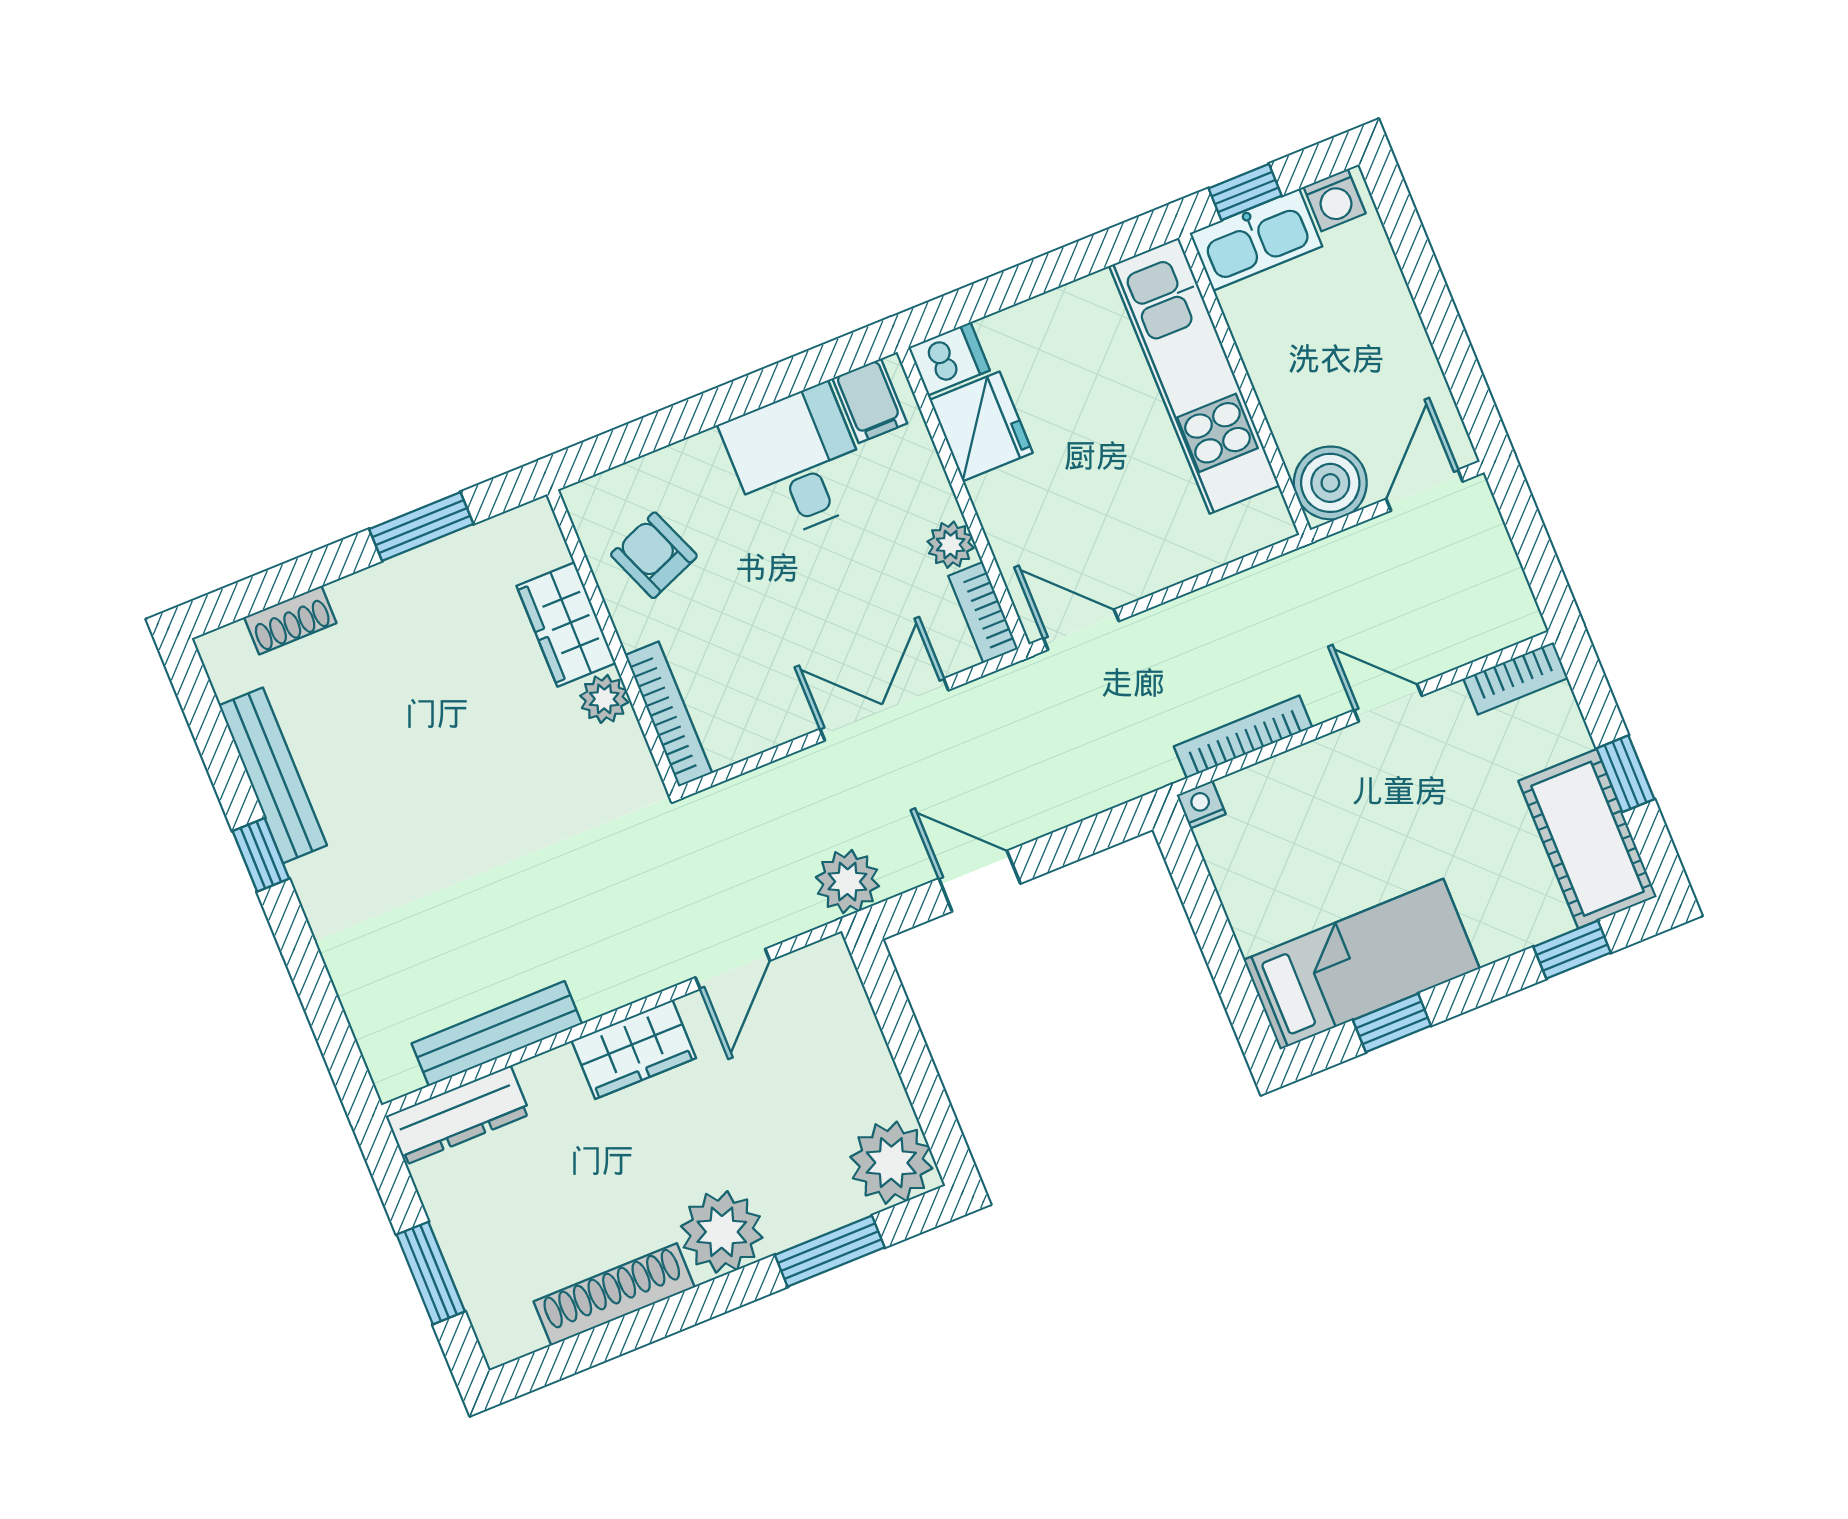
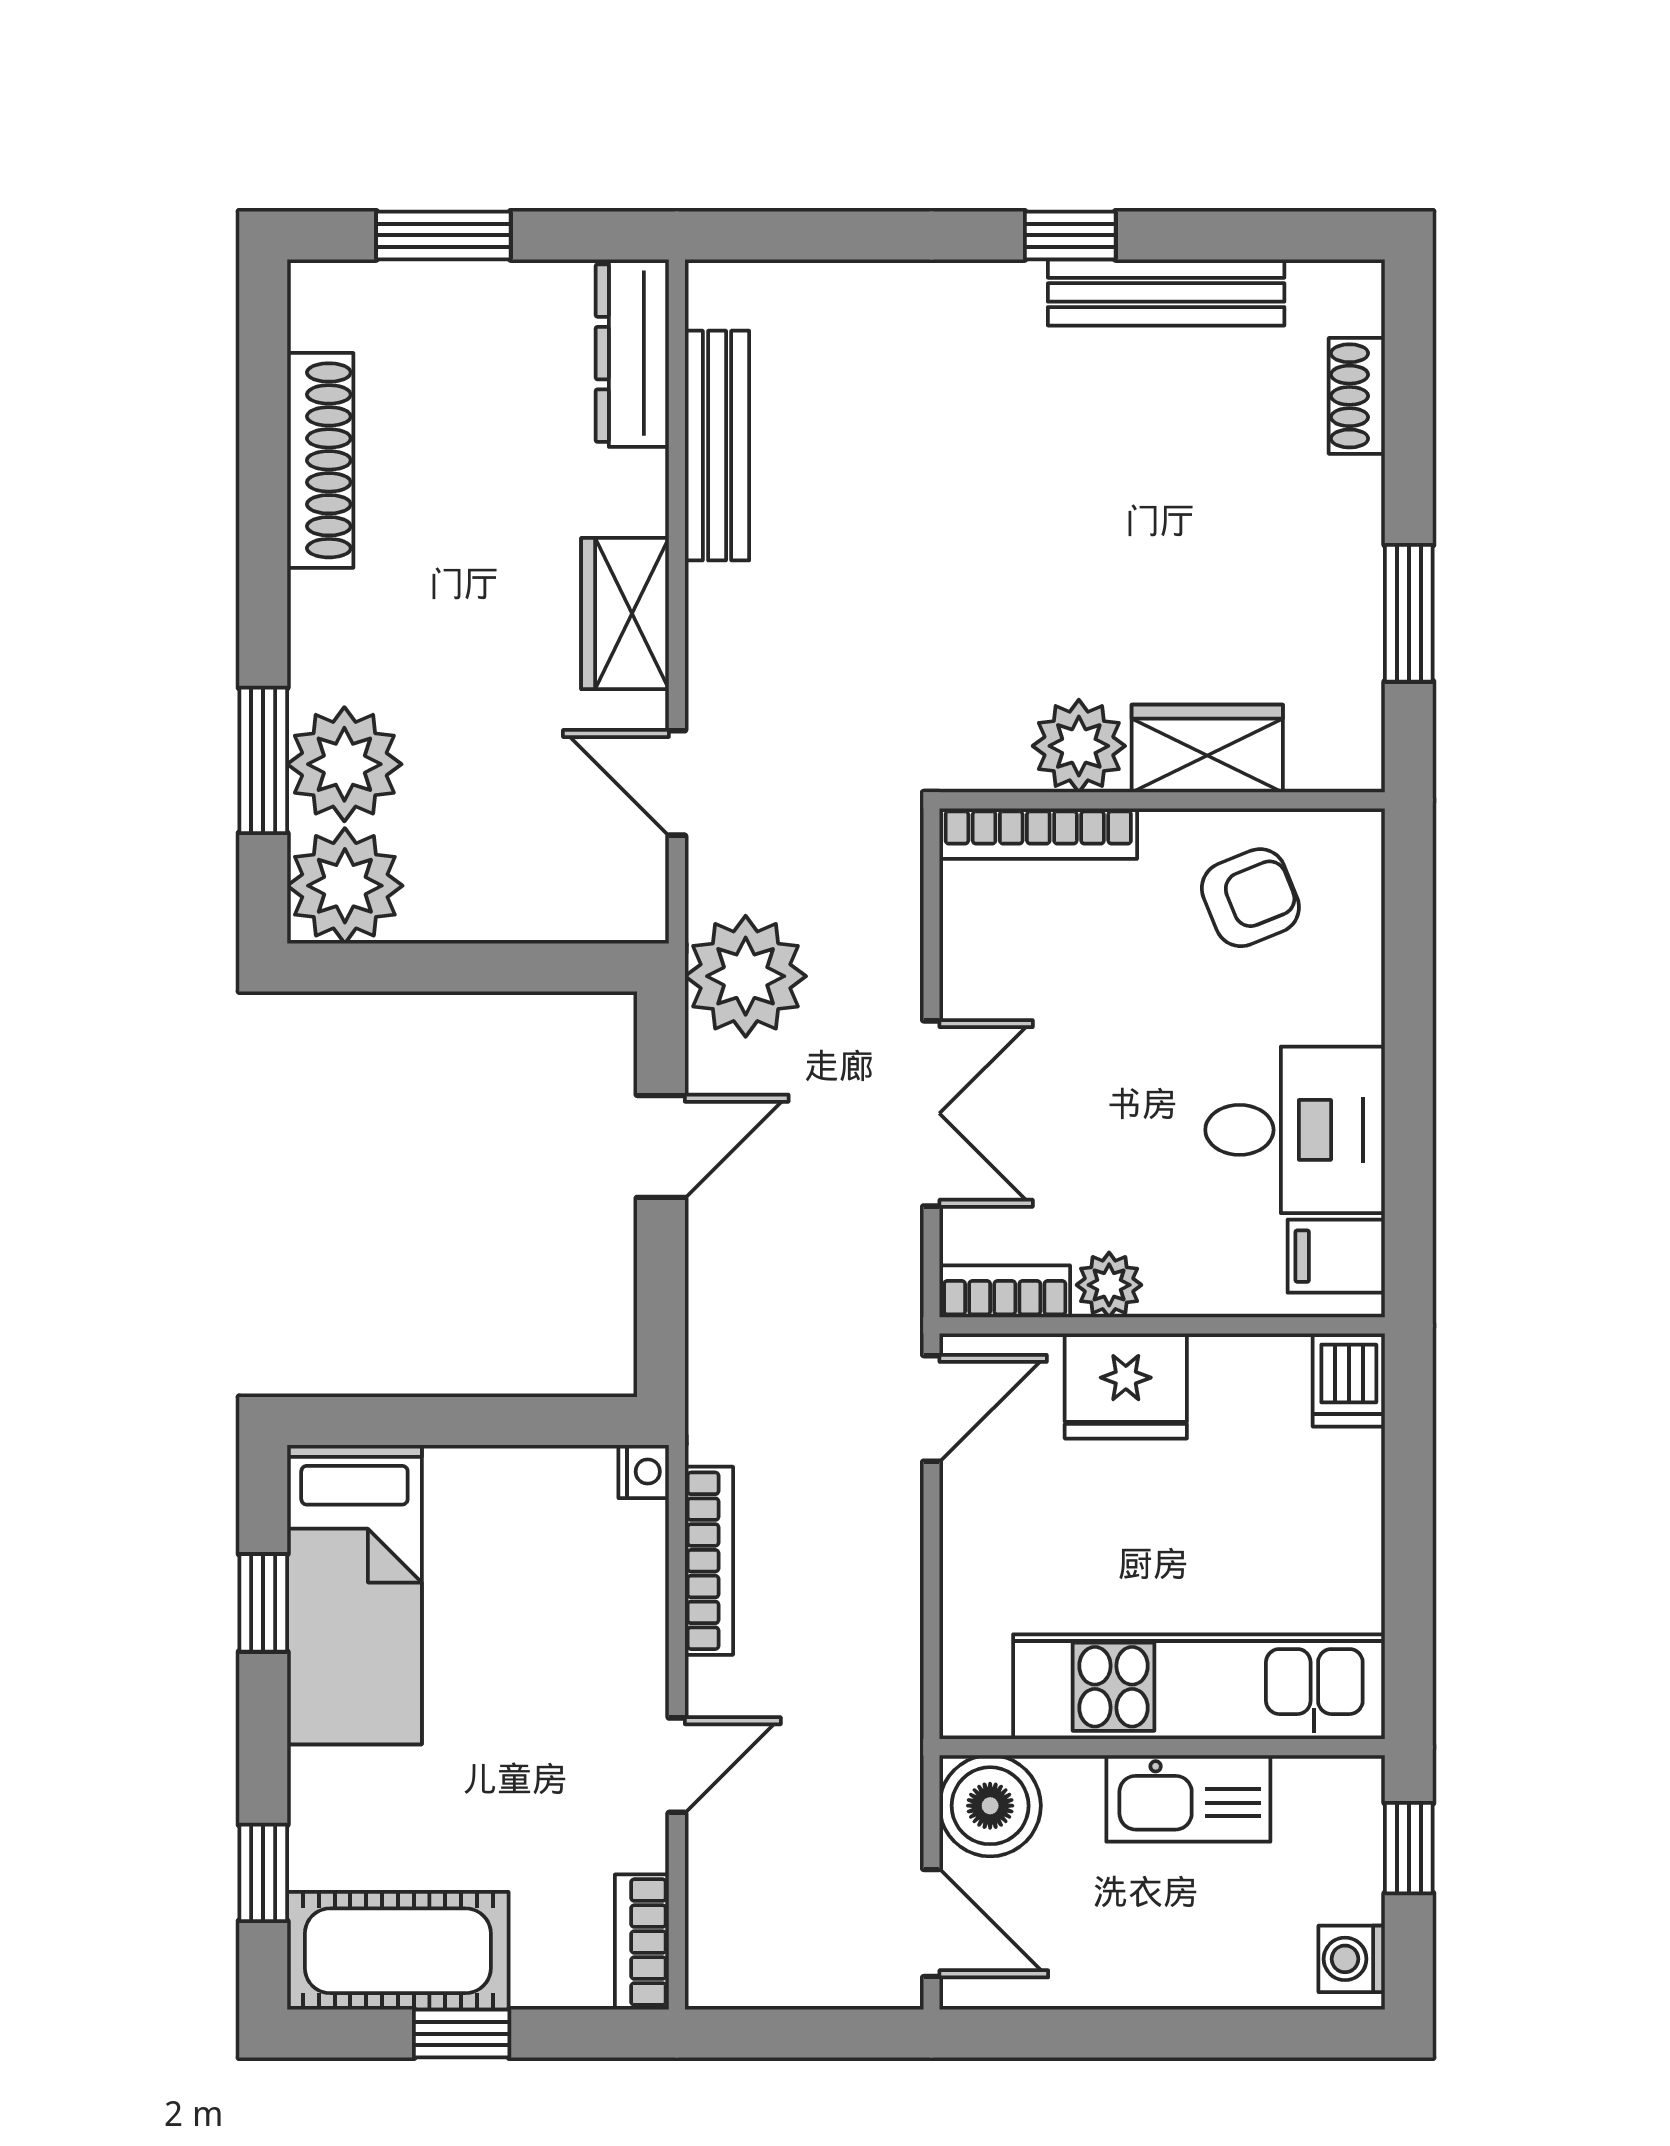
kitchen sink: (1256, 240) -> (1188, 1798), moved, turned -90
fridge: (981, 426) -> (1126, 1386), moved
plant: (604, 699) -> (1079, 746), width x1.38, depth x1.38
plant: (847, 882) -> (746, 976), width x1.36, depth x1.36
plant: (722, 1232) -> (344, 764), moved

